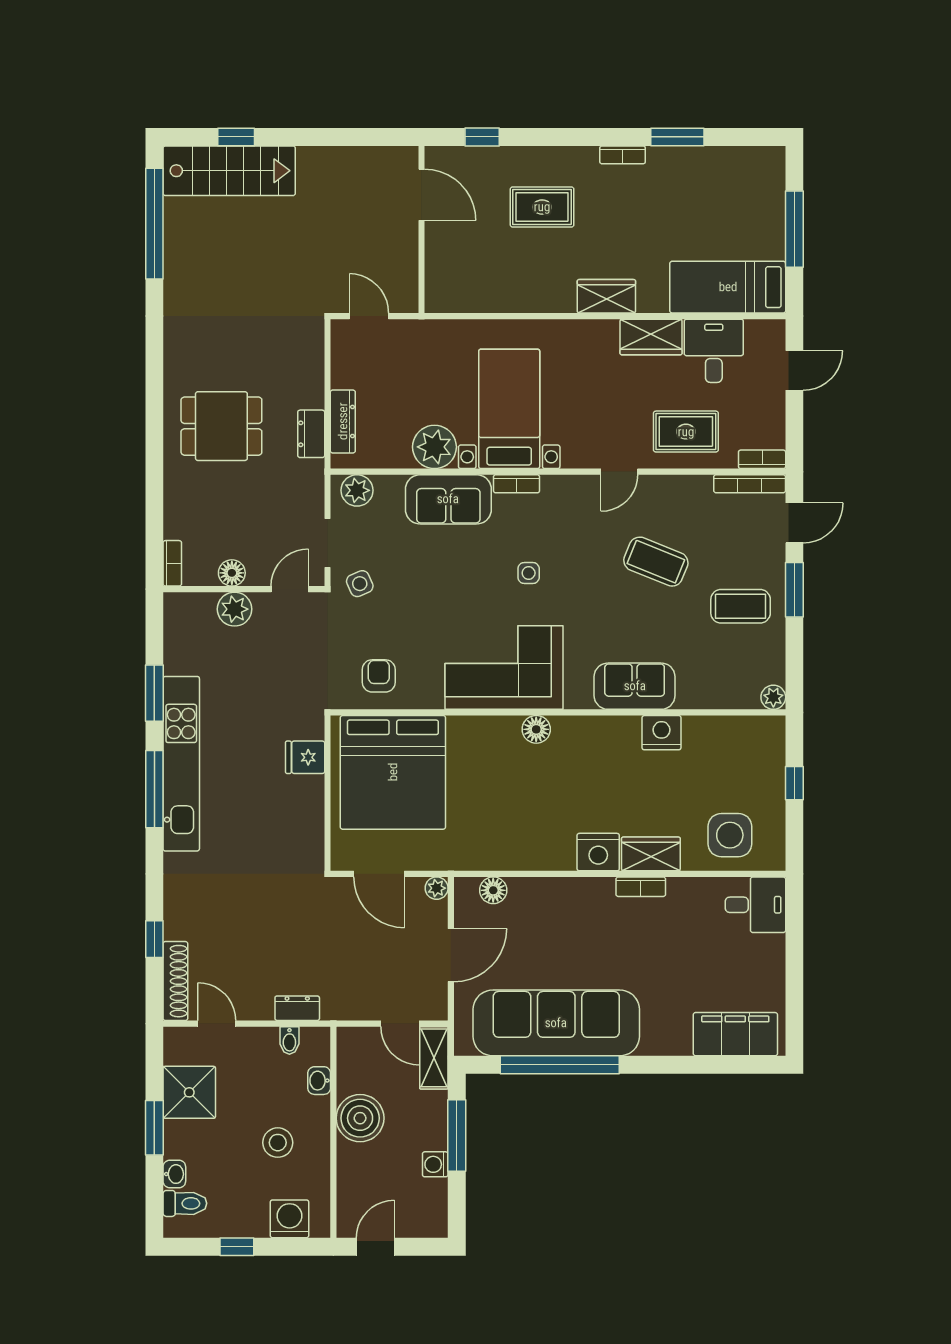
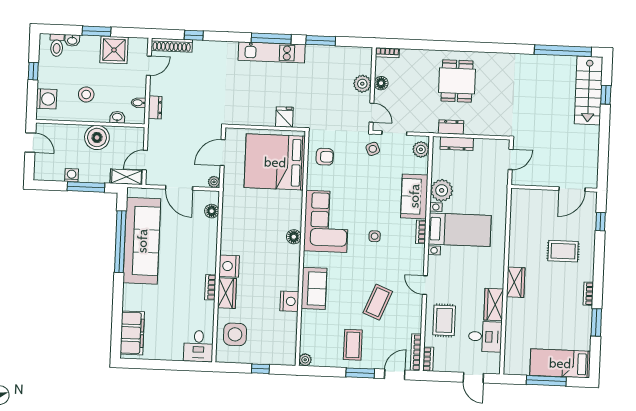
rug: (542, 207) -> (563, 251), turned 90
bed: (728, 287) -> (560, 363), moved, turned -90
door: (794, 523) -> (395, 374), swing flipped
kitchen unit: (181, 764) -> (272, 52), width x0.73

